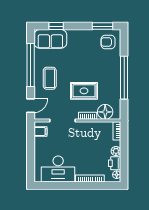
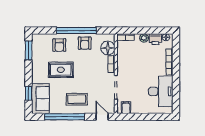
armchair: (108, 42) -> (59, 45), moved
armchair: (110, 87) -> (85, 43), added
rug: (84, 91) -> (61, 70), moved, turned 90

